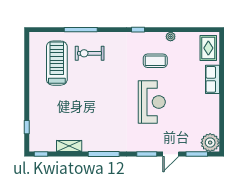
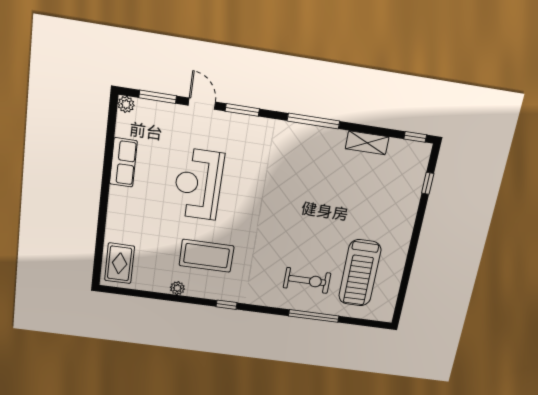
coffee table: (155, 61) -> (206, 256), width x1.36, depth x1.32
row of seats: (212, 79) -> (123, 162), moved
reception desk: (152, 102) -> (198, 184), moved
plant: (210, 143) -> (126, 104), width x0.53, depth x0.53
door: (171, 154) -> (202, 104), hinge flipped

